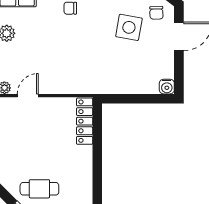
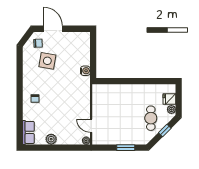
water cooler: (167, 87) -> (85, 71), moved
locker: (85, 121) -> (107, 89), removed

